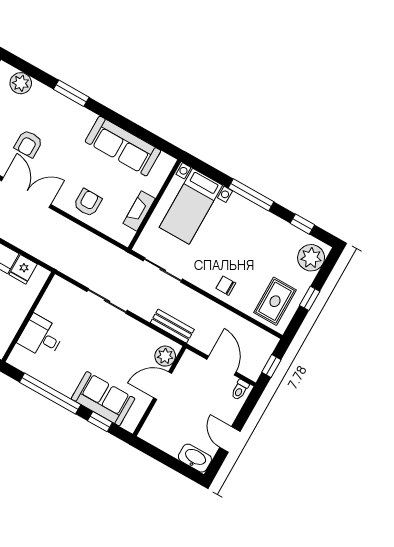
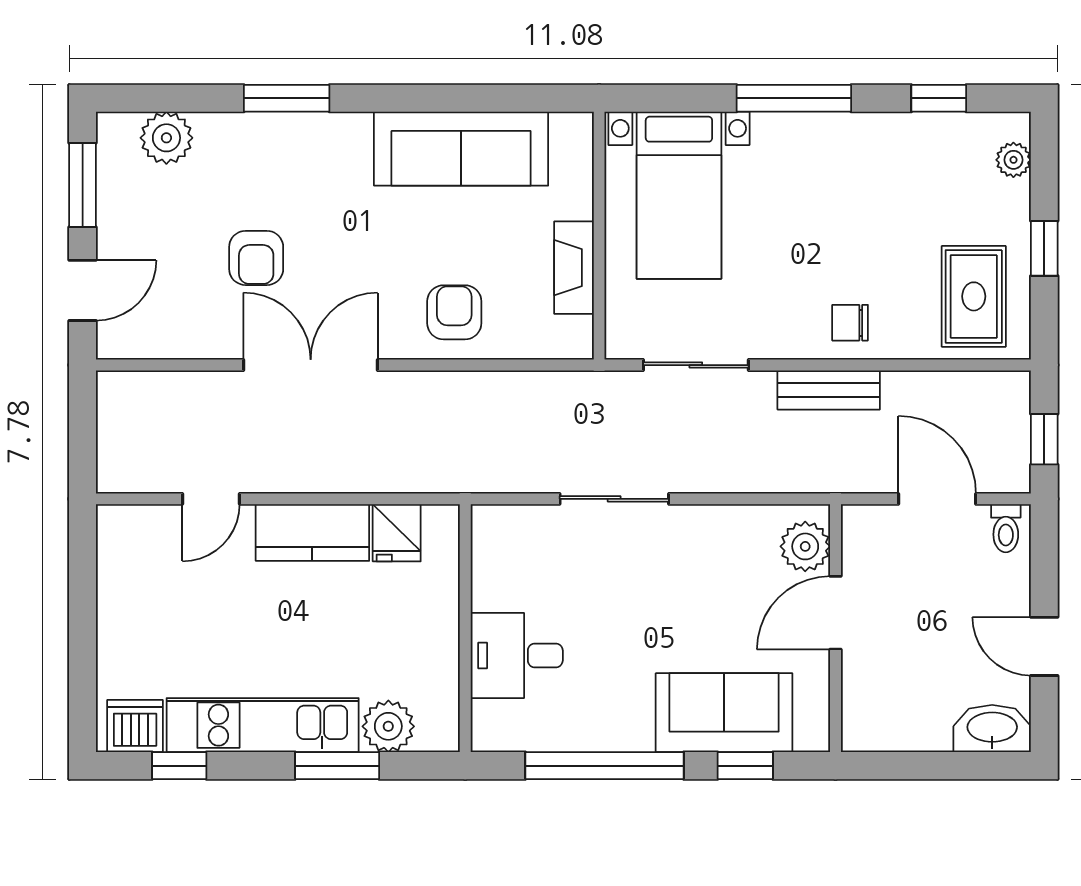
plant: (311, 258) -> (1013, 160), width x0.53, depth x0.53
bench: (172, 326) -> (829, 390), moved

